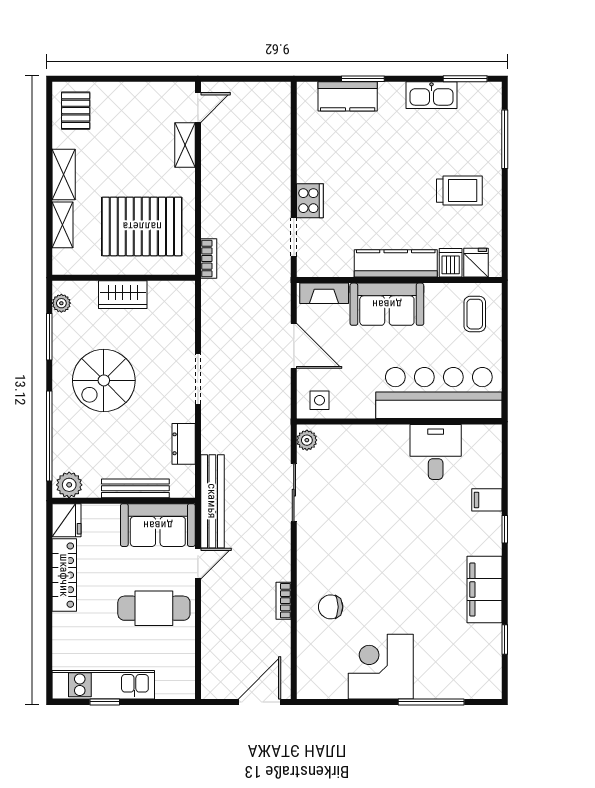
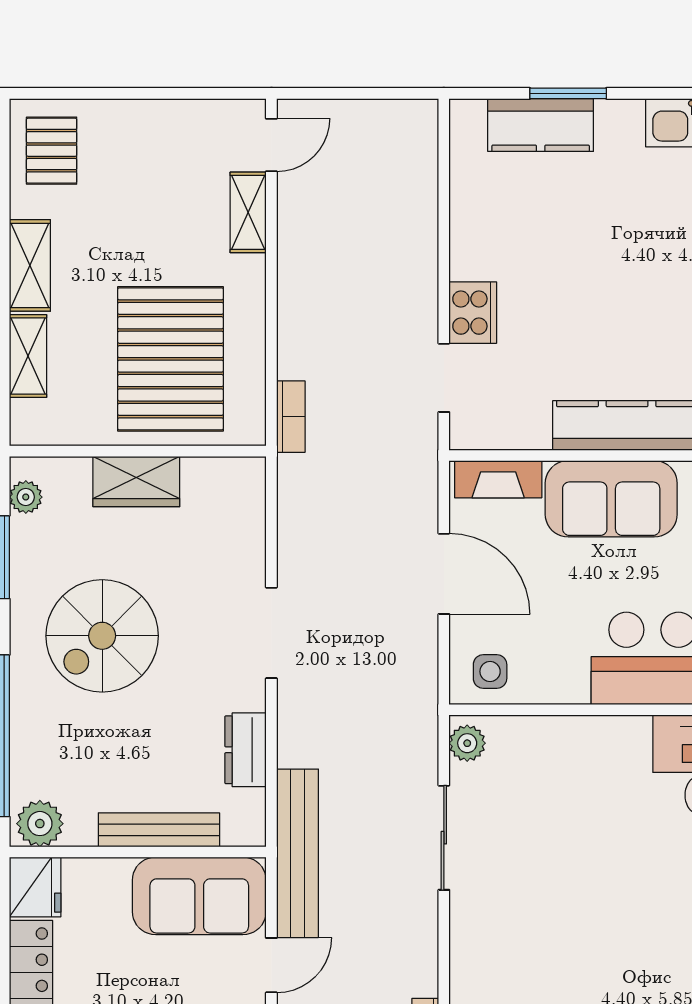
pallet: (142, 226) -> (170, 359), turned 90

